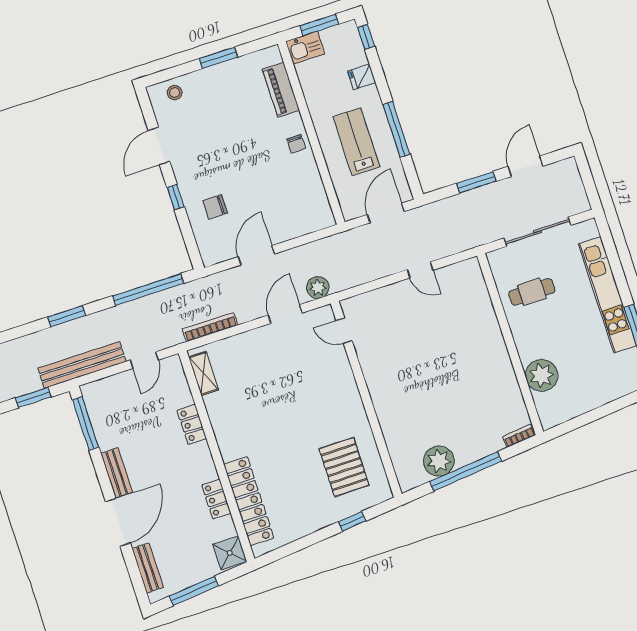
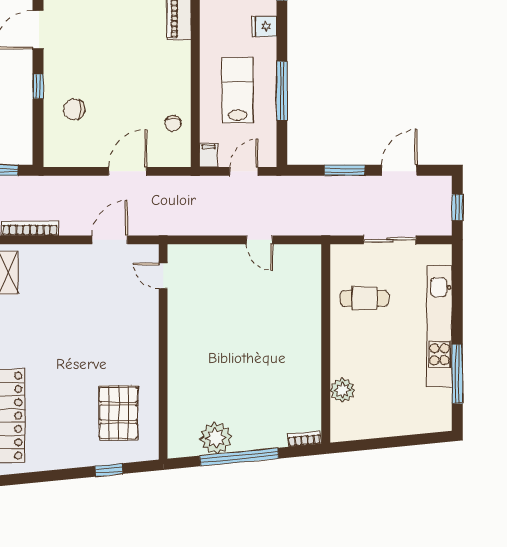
chair: (296, 144) -> (173, 124), moved
window: (589, 183) -> (457, 207), added
filing cabinet: (349, 209) -> (209, 155), added
door: (386, 213) -> (244, 171), width x0.73
sliding door: (537, 232) -> (390, 240), width x0.73
door: (256, 255) -> (128, 171), moved
plant: (318, 288) -> (151, 224), removed
plant: (542, 375) -> (342, 390), width x0.73, depth x0.73

